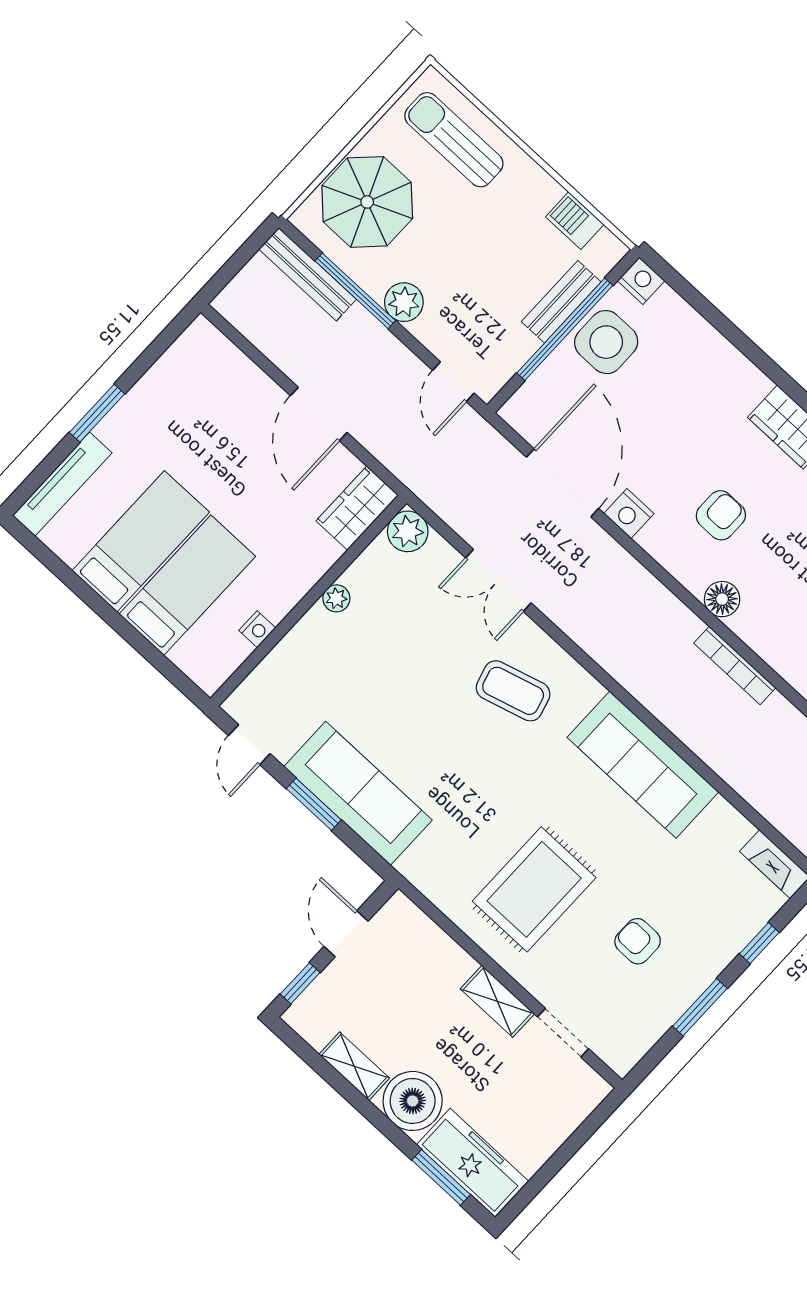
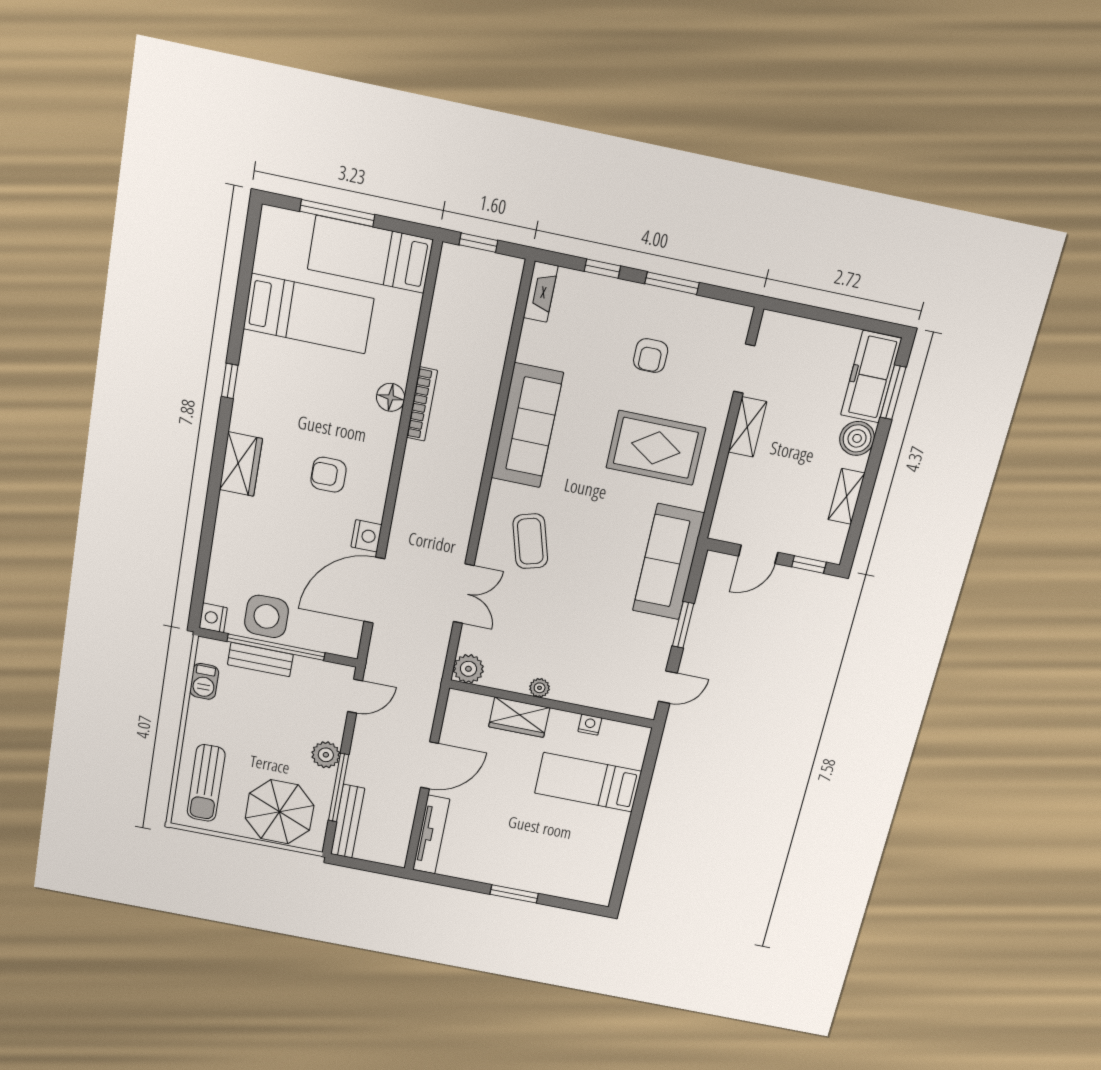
tv unit: (62, 484) -> (431, 835), moved, turned 90
wardrobe: (357, 508) -> (519, 717), moved
bed: (141, 541) -> (578, 825), removed
floor lamp: (722, 599) -> (391, 397), moved
sofa: (358, 793) -> (668, 562), moved
boiler: (413, 1101) -> (857, 438), width x0.73, depth x0.73

